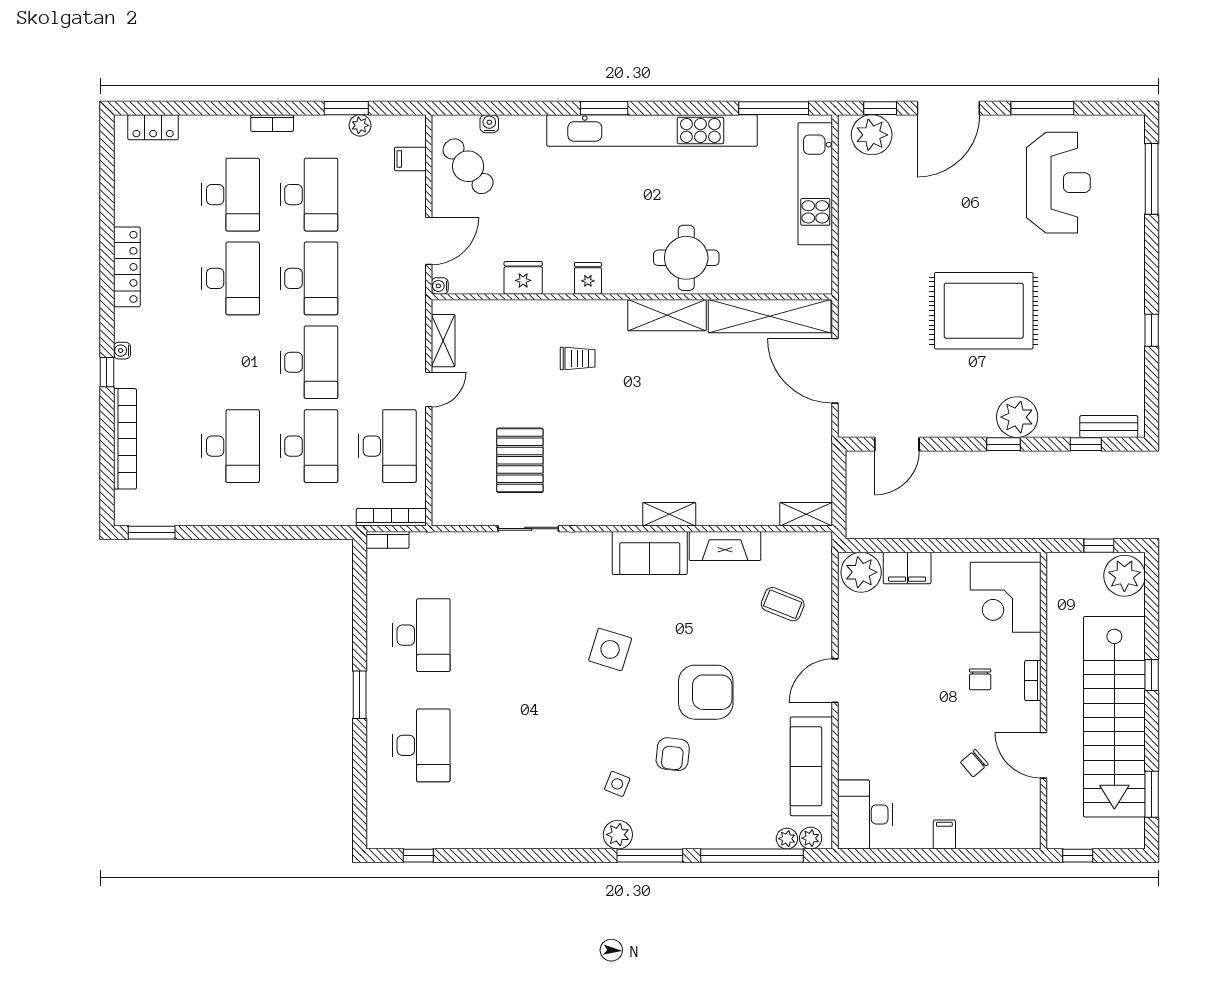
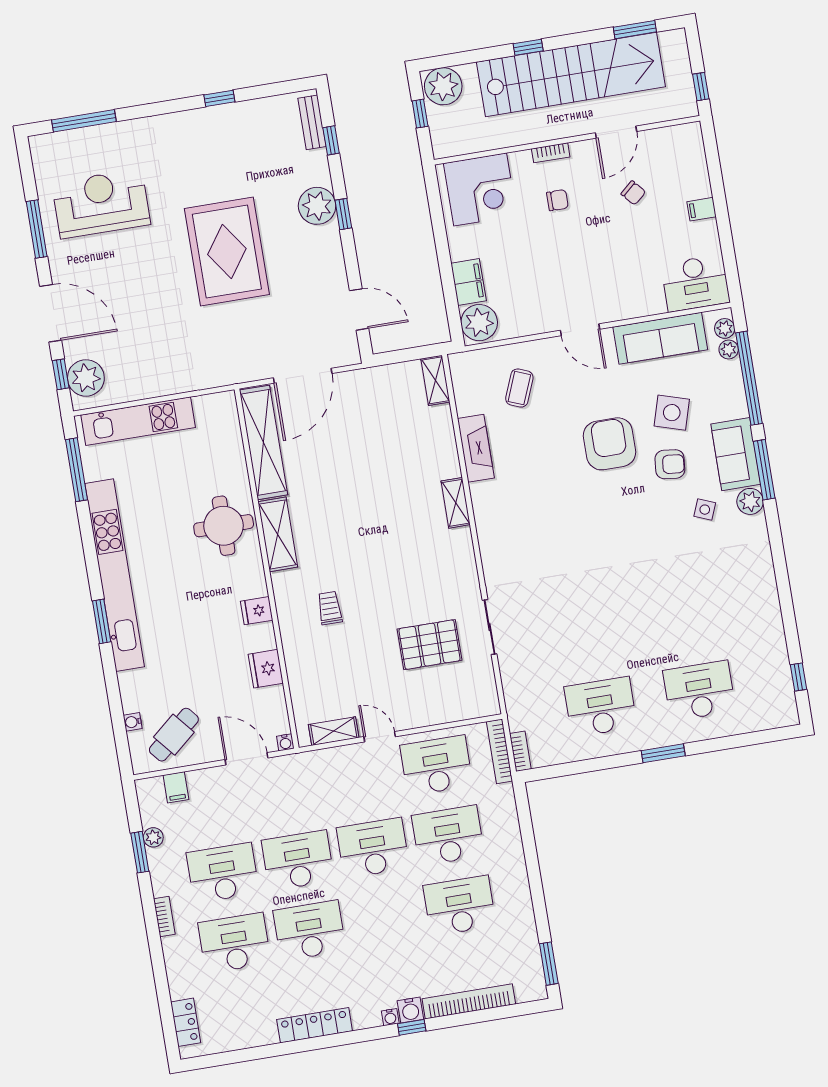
water cooler: (126, 374) -> (410, 1010), added
sofa: (650, 553) -> (736, 454), moved, turned 180
side table: (610, 649) -> (672, 413), moved

